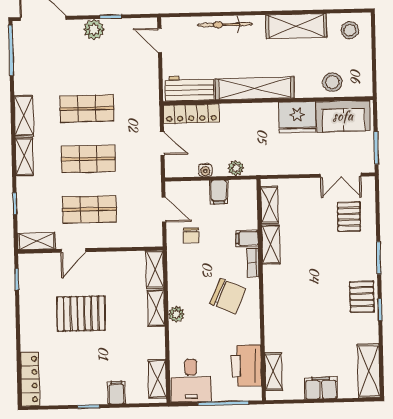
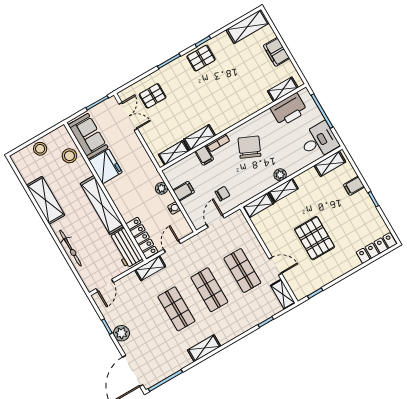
stool: (350, 30) -> (40, 149), moved
shelving: (24, 157) -> (150, 268), moved

